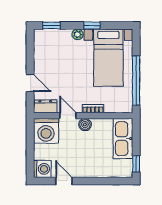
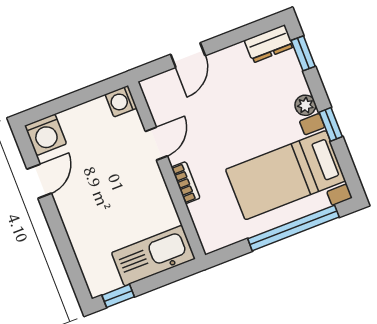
window: (136, 81) -> (293, 228), moved
dresser: (45, 106) -> (269, 44), moved, turned 90
boiler: (85, 125) -> (152, 180), removed
washing machine: (46, 131) -> (121, 101), width x0.53, depth x0.53

